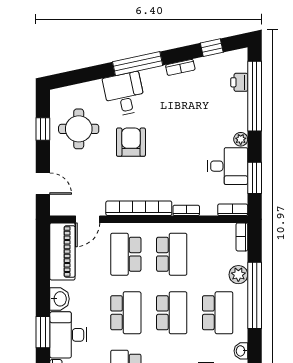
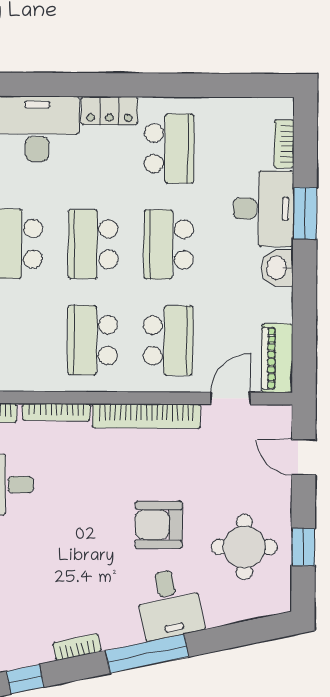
armchair: (131, 142) -> (159, 525), turned 90
bookcase: (186, 210) -> (56, 412), width x1.56
piano: (62, 251) -> (277, 358), width x0.73, depth x0.75

